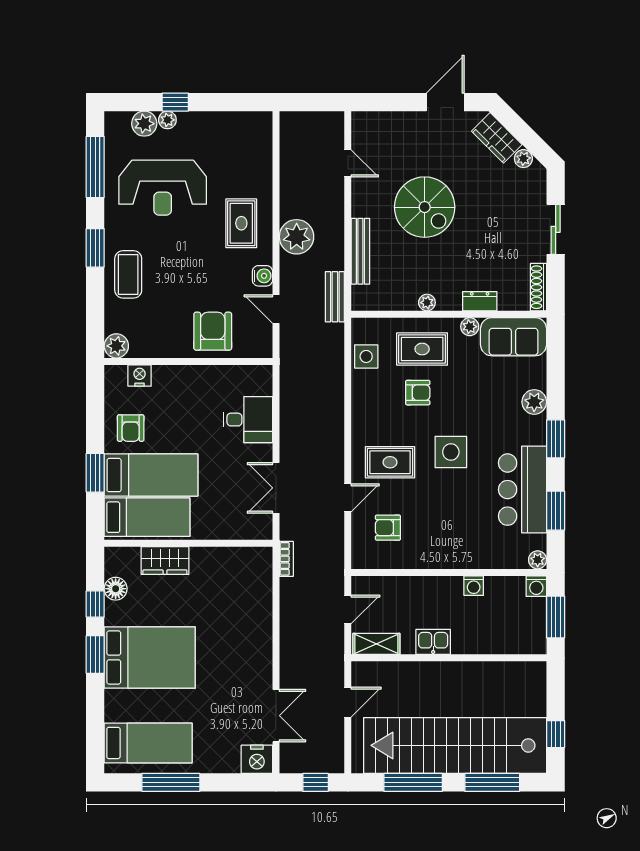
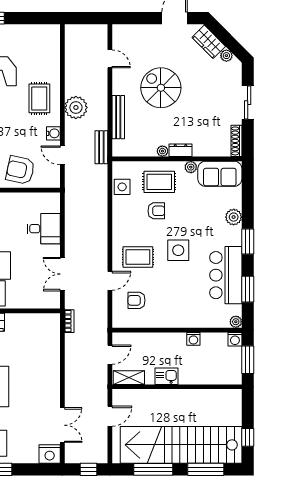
spiral stairs: (425, 207) -> (161, 88), turned 180
dresser: (480, 301) -> (181, 150), moved
armchair: (213, 331) -> (20, 170), turned -78

